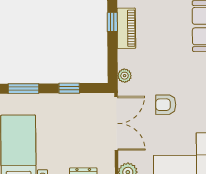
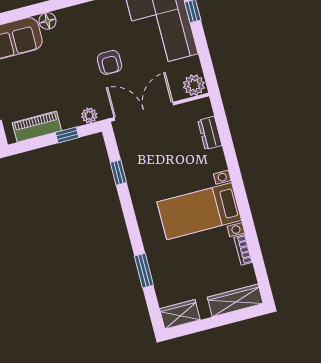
window: (112, 22) -> (67, 135), moved
window: (24, 89) -> (131, 222), removed

